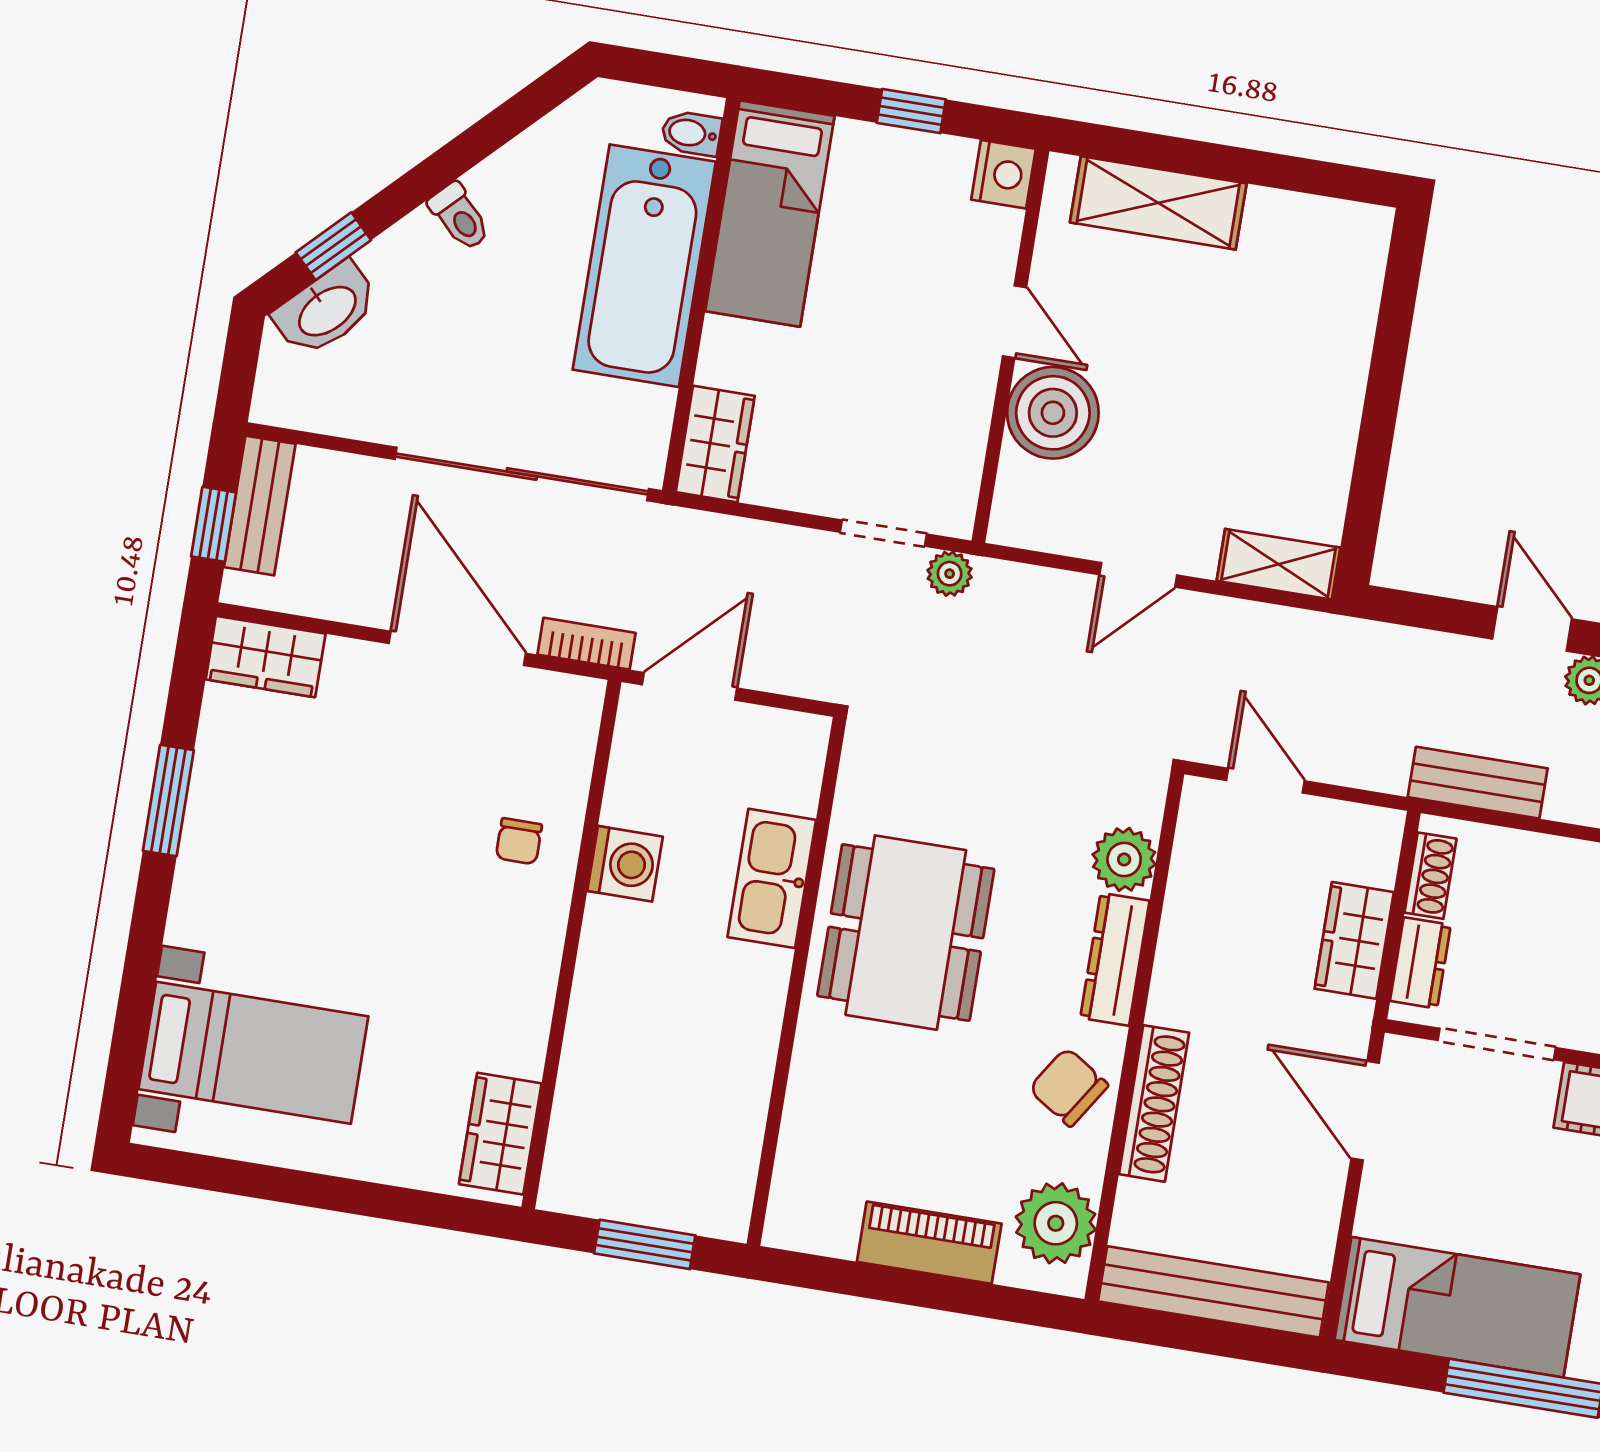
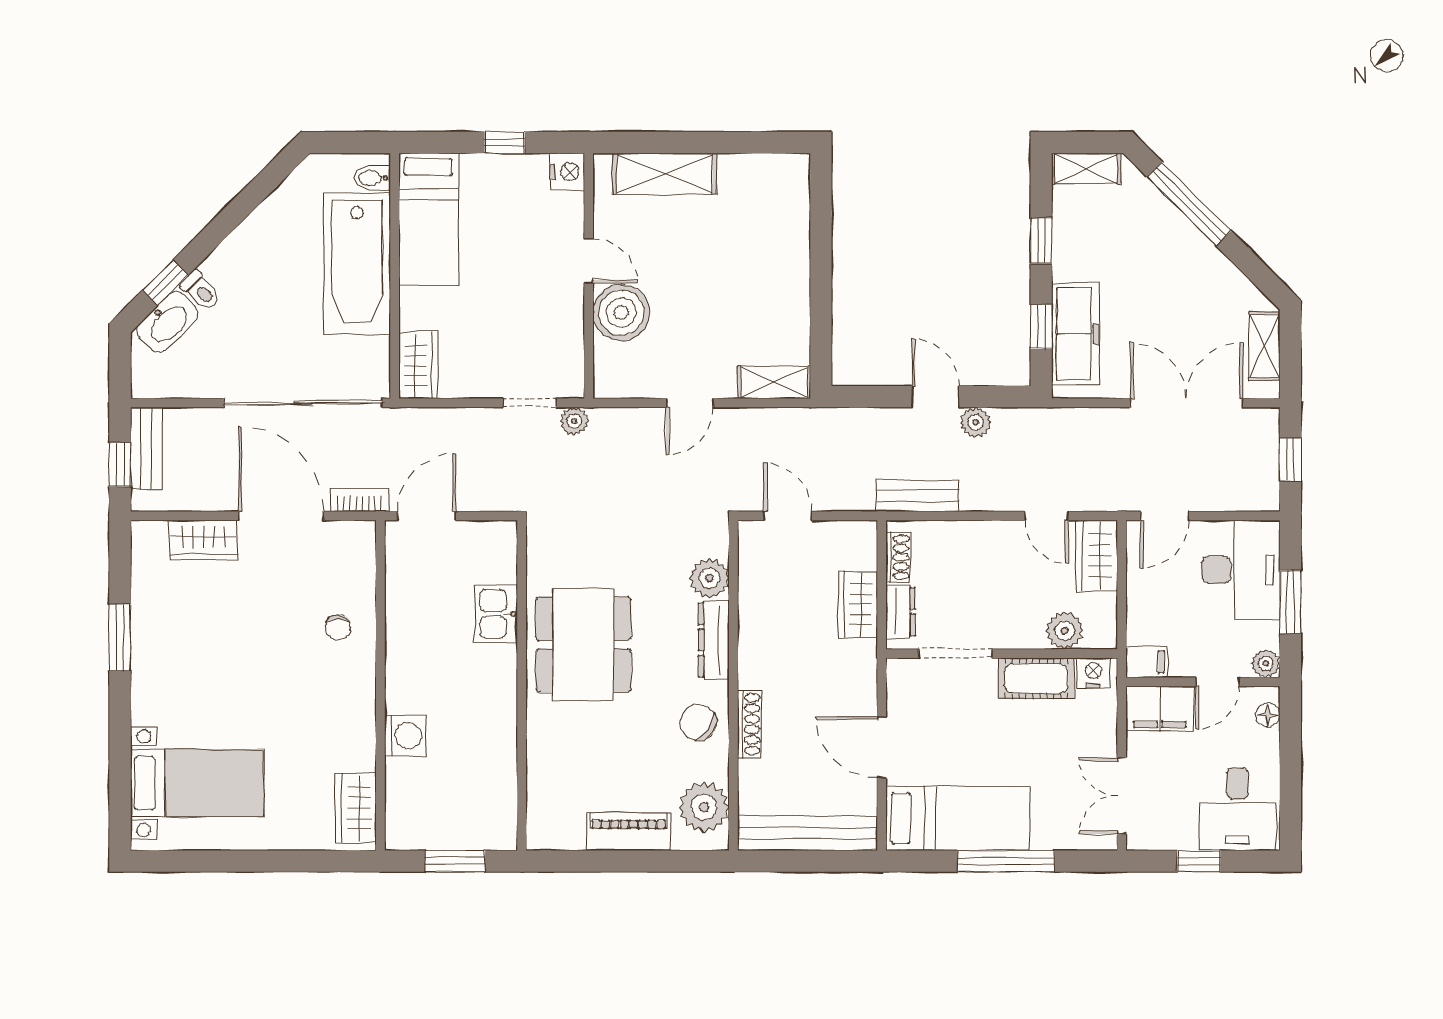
toilet: (460, 217) -> (201, 291), moved
wardrobe: (266, 657) -> (203, 540), moved
washing machine: (625, 864) -> (405, 736), moved
kitchen sink: (772, 878) -> (496, 614), width x0.73
shoe rack: (1154, 1103) -> (749, 724), width x0.74, depth x0.81
door: (1365, 1111) -> (882, 747), moved

